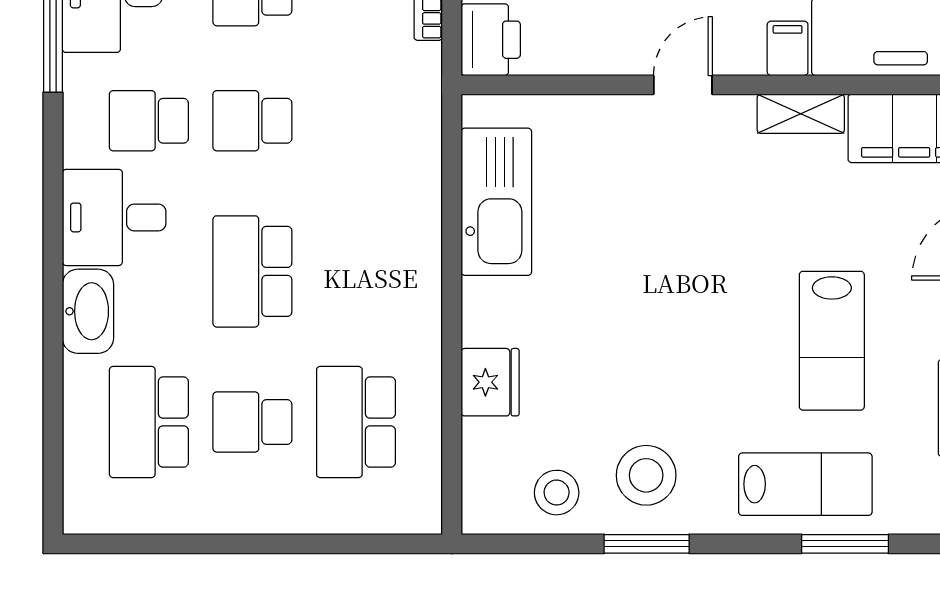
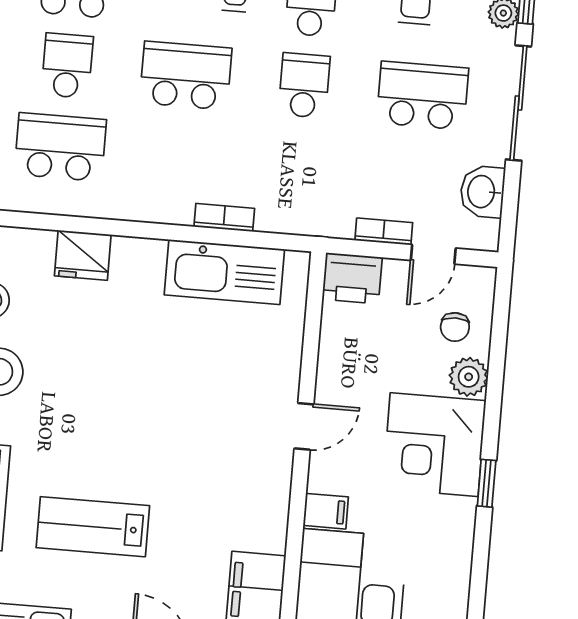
door: (683, 85) -> (304, 426), hinge flipped
shelving: (801, 114) -> (273, 517), removed
bookcase: (428, 208) -> (224, 218), added

